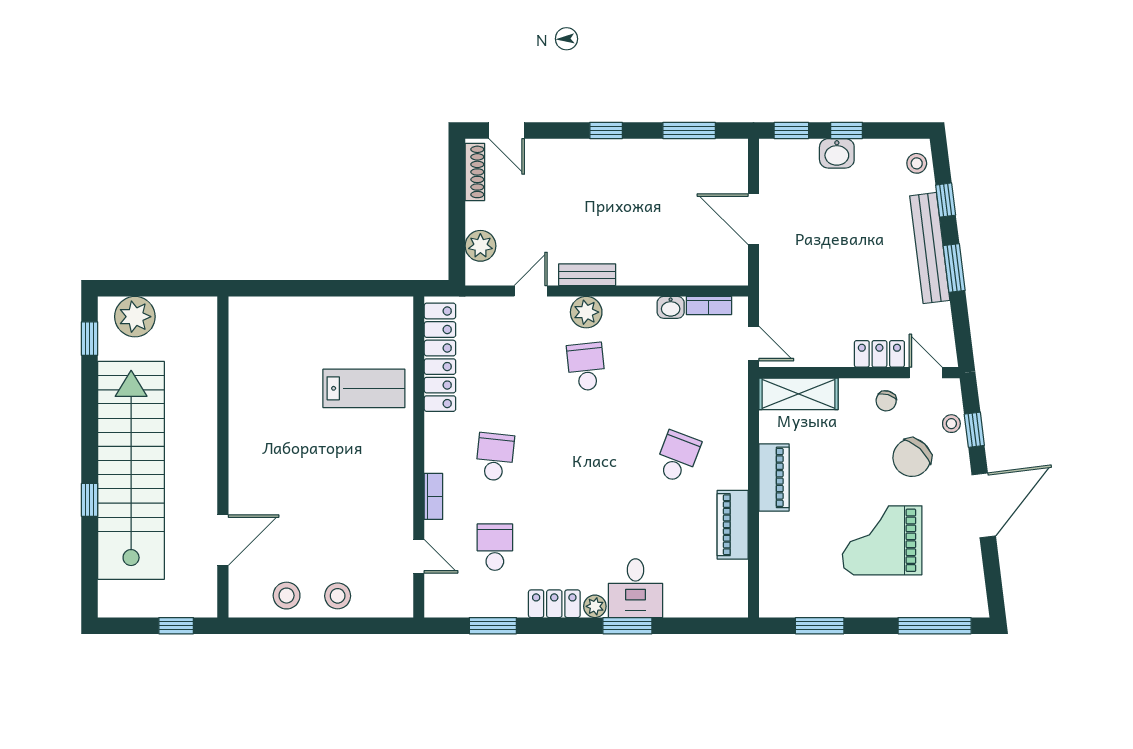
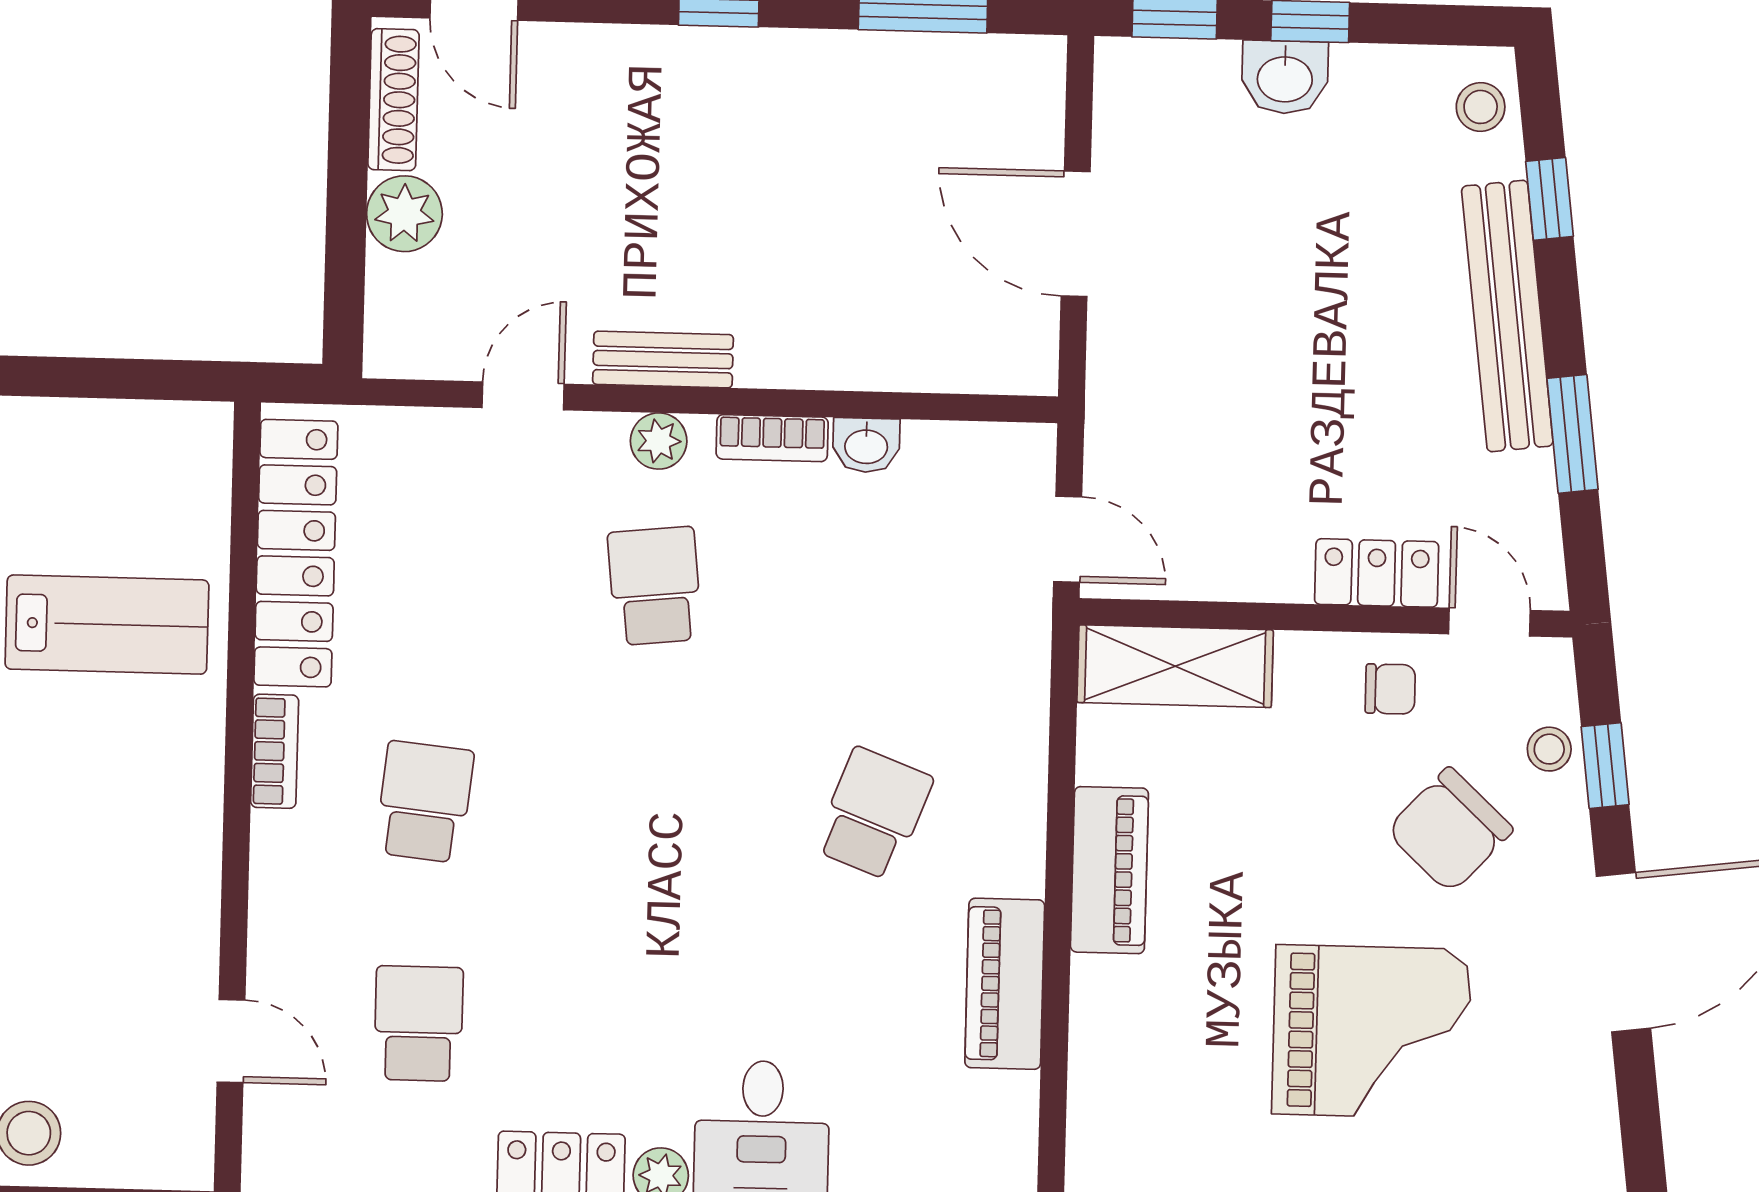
plant: (480, 246) -> (404, 214), moved
window: (954, 268) -> (1572, 434), moved
bookcase: (709, 305) -> (772, 438), moved
plant: (586, 312) -> (659, 441), width x0.73, depth x0.73
chair: (886, 401) -> (1390, 689), turned -107
bookcase: (433, 496) -> (275, 751), moved
grand piano: (882, 540) -> (1371, 1032), turned 180

